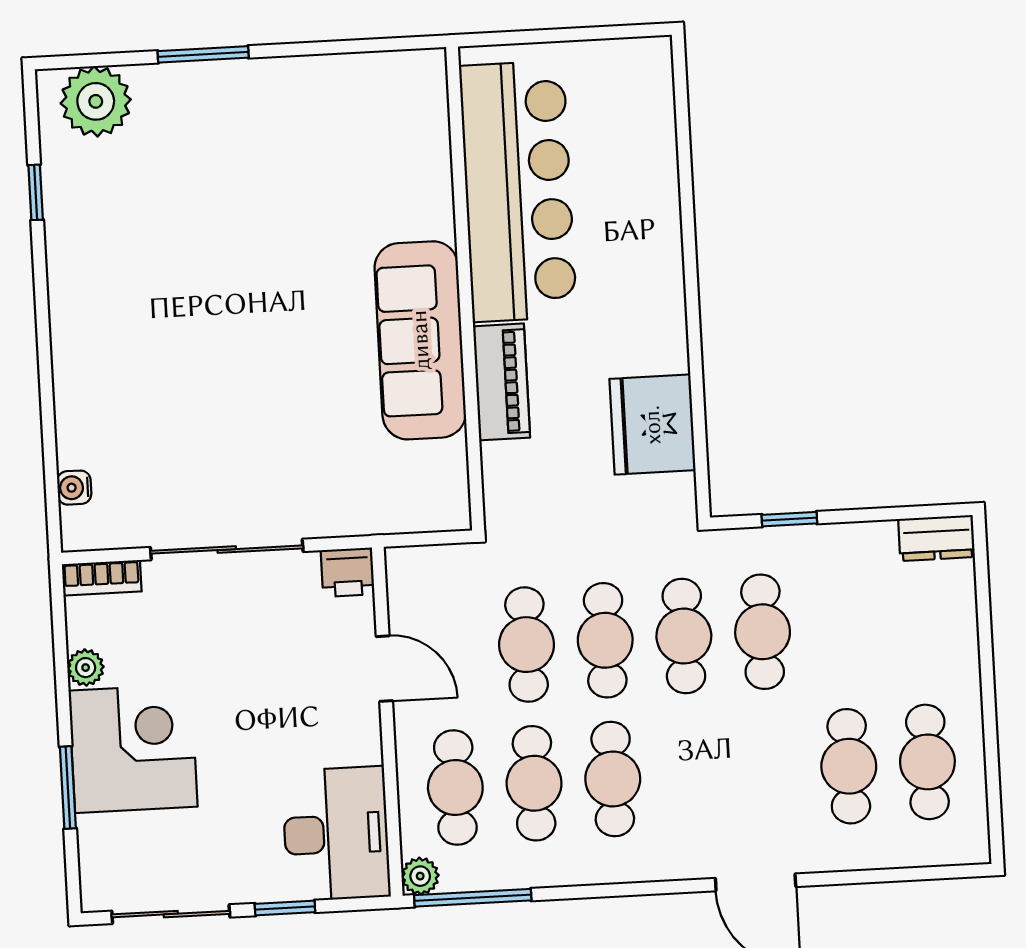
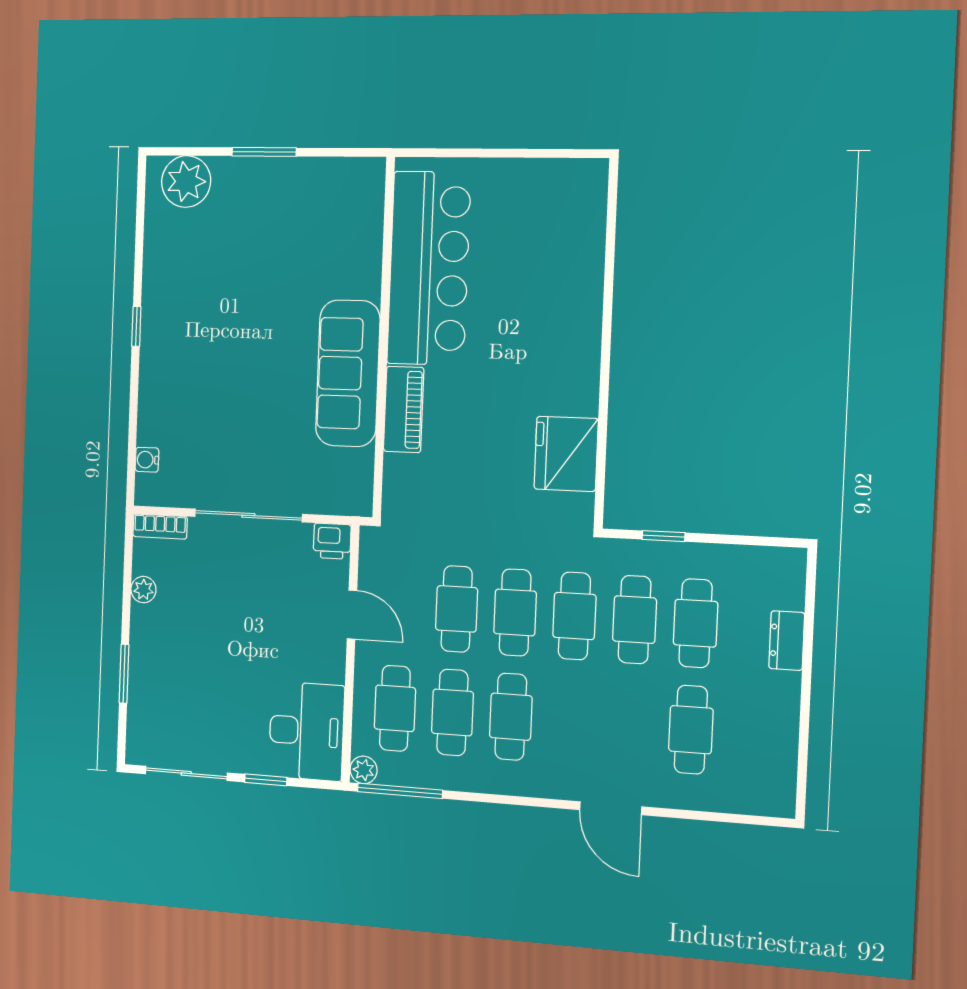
bar counter: (518, 191) -> (429, 268), moved
window: (36, 192) -> (136, 326), moved
wall: (465, 288) -> (384, 338), moved
sofa: (420, 340) -> (348, 373), moved
piano: (501, 382) -> (404, 409), moved
dresser: (937, 538) -> (787, 641), moved, turned 90
corner desk: (133, 749) -> (171, 652), removed
cafe table: (927, 762) -> (696, 623), moved

